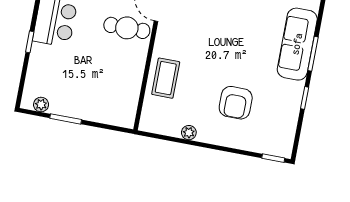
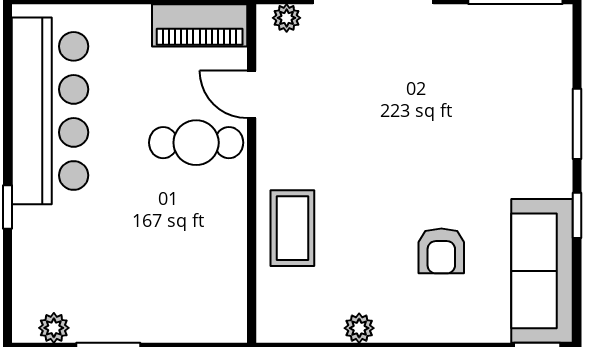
sofa: (297, 44) -> (542, 271), moved
armchair: (236, 103) -> (441, 251), width x0.72, depth x0.72

